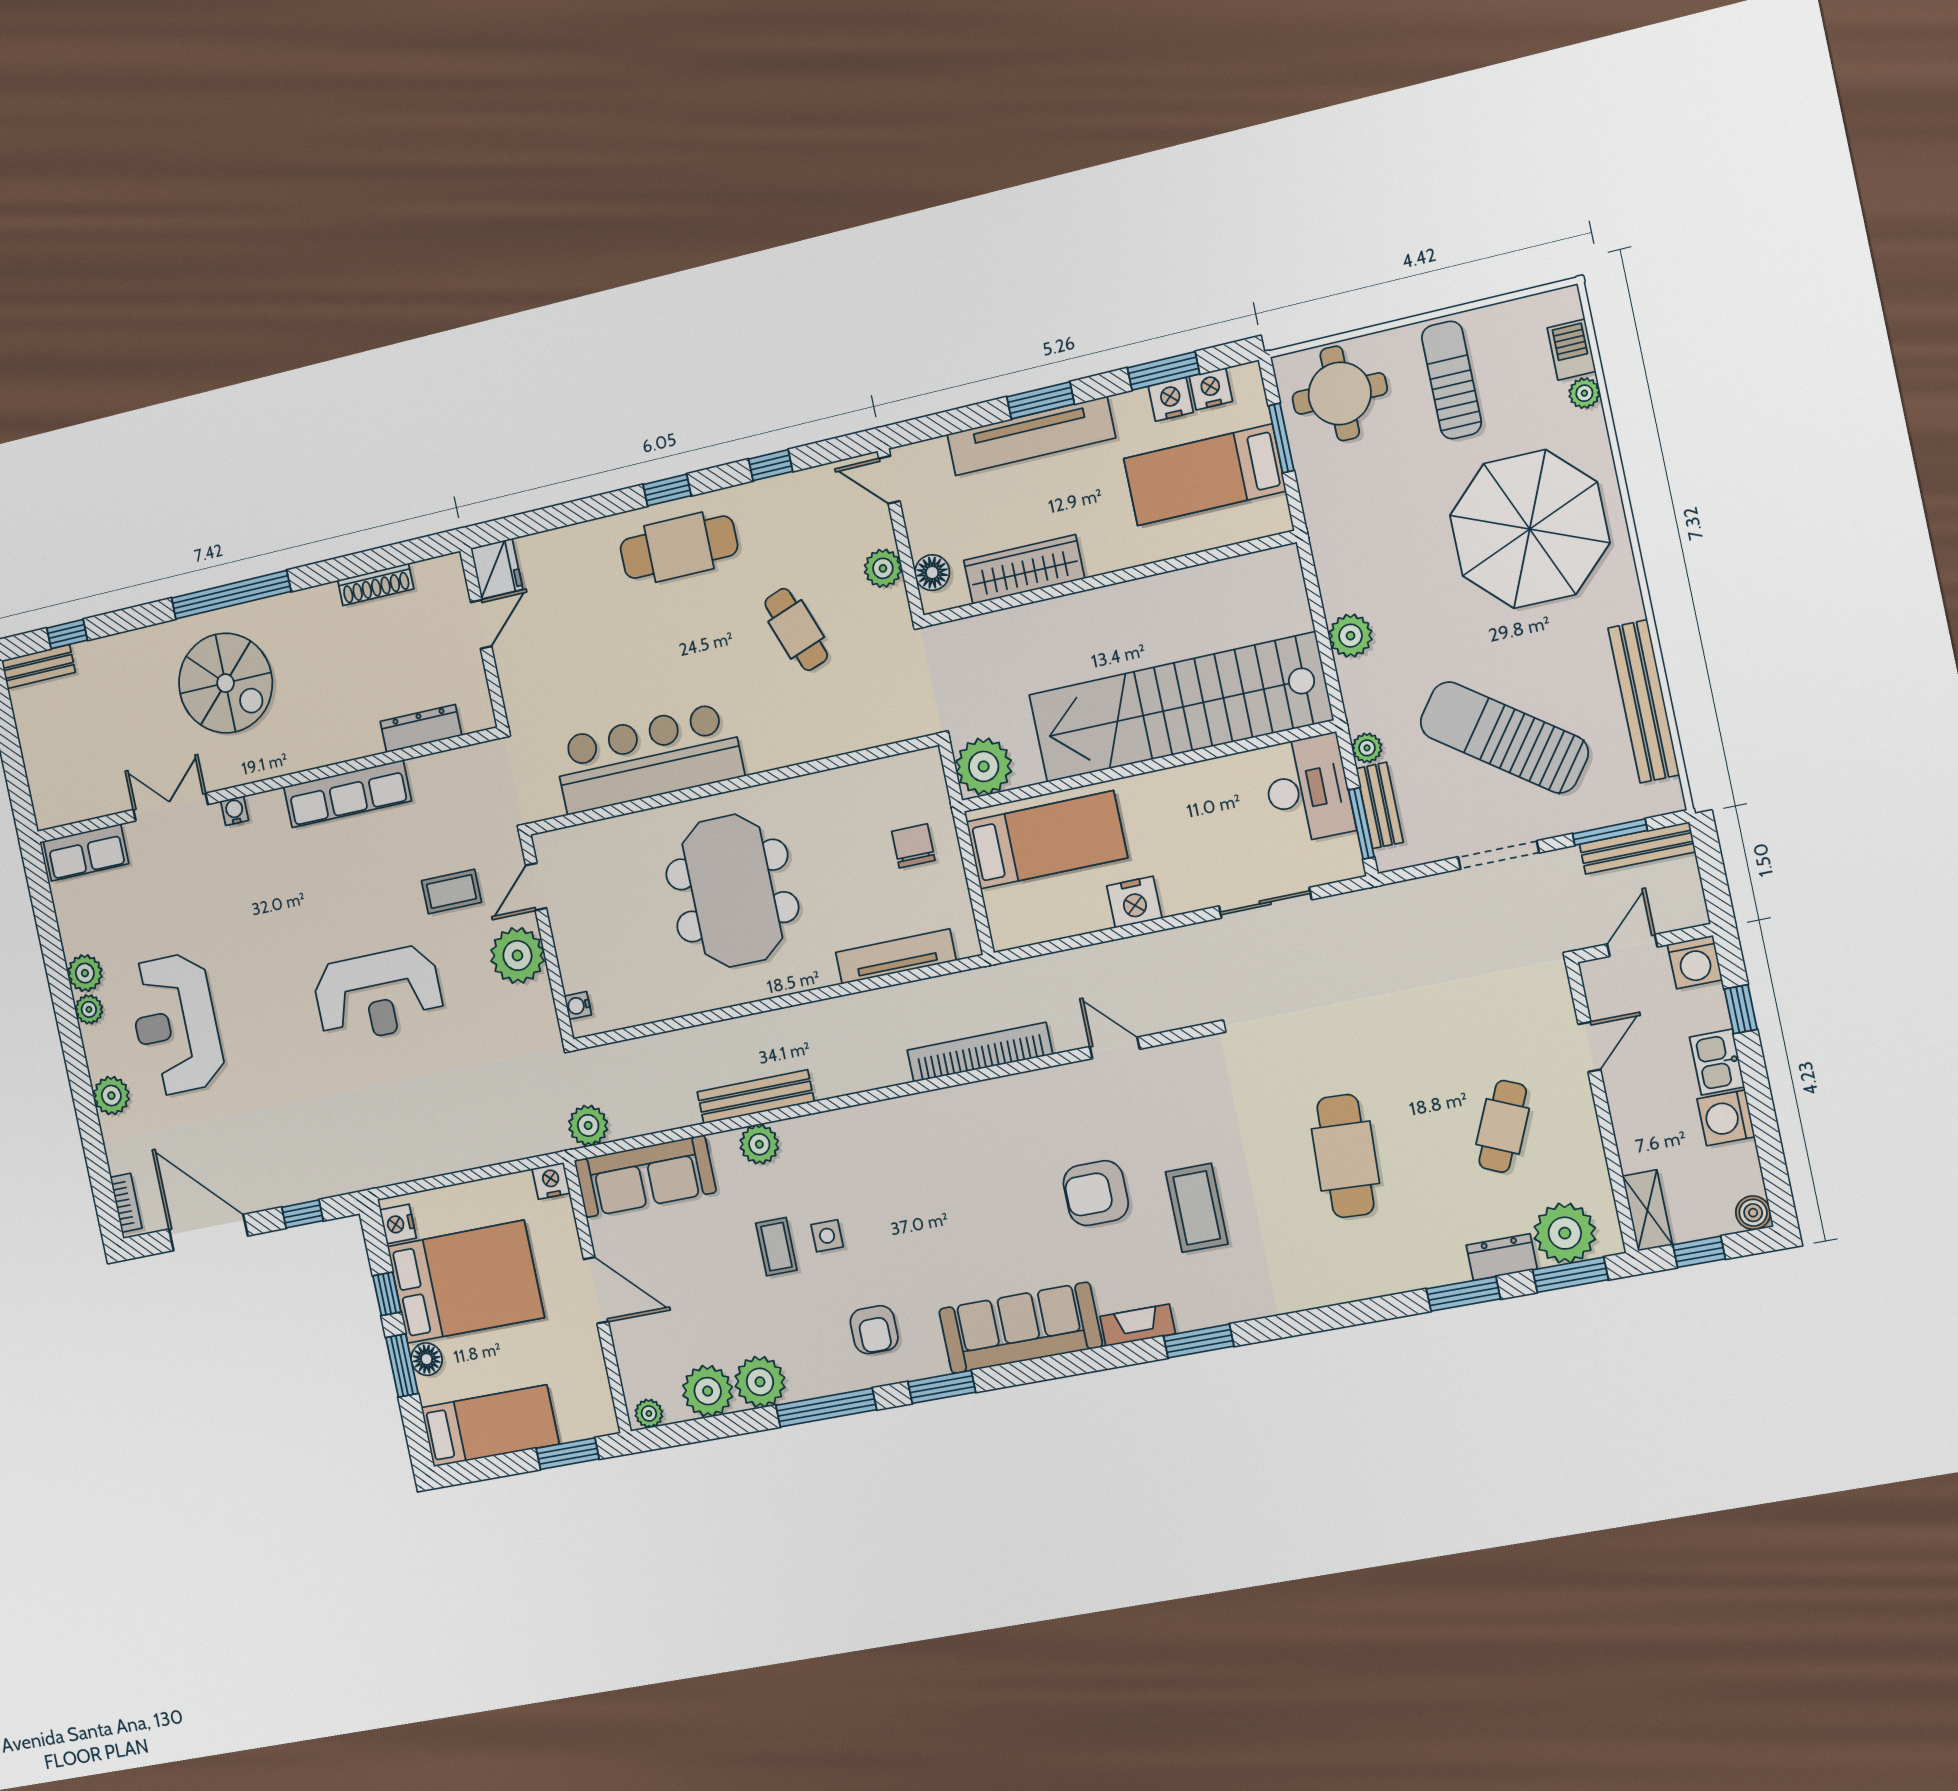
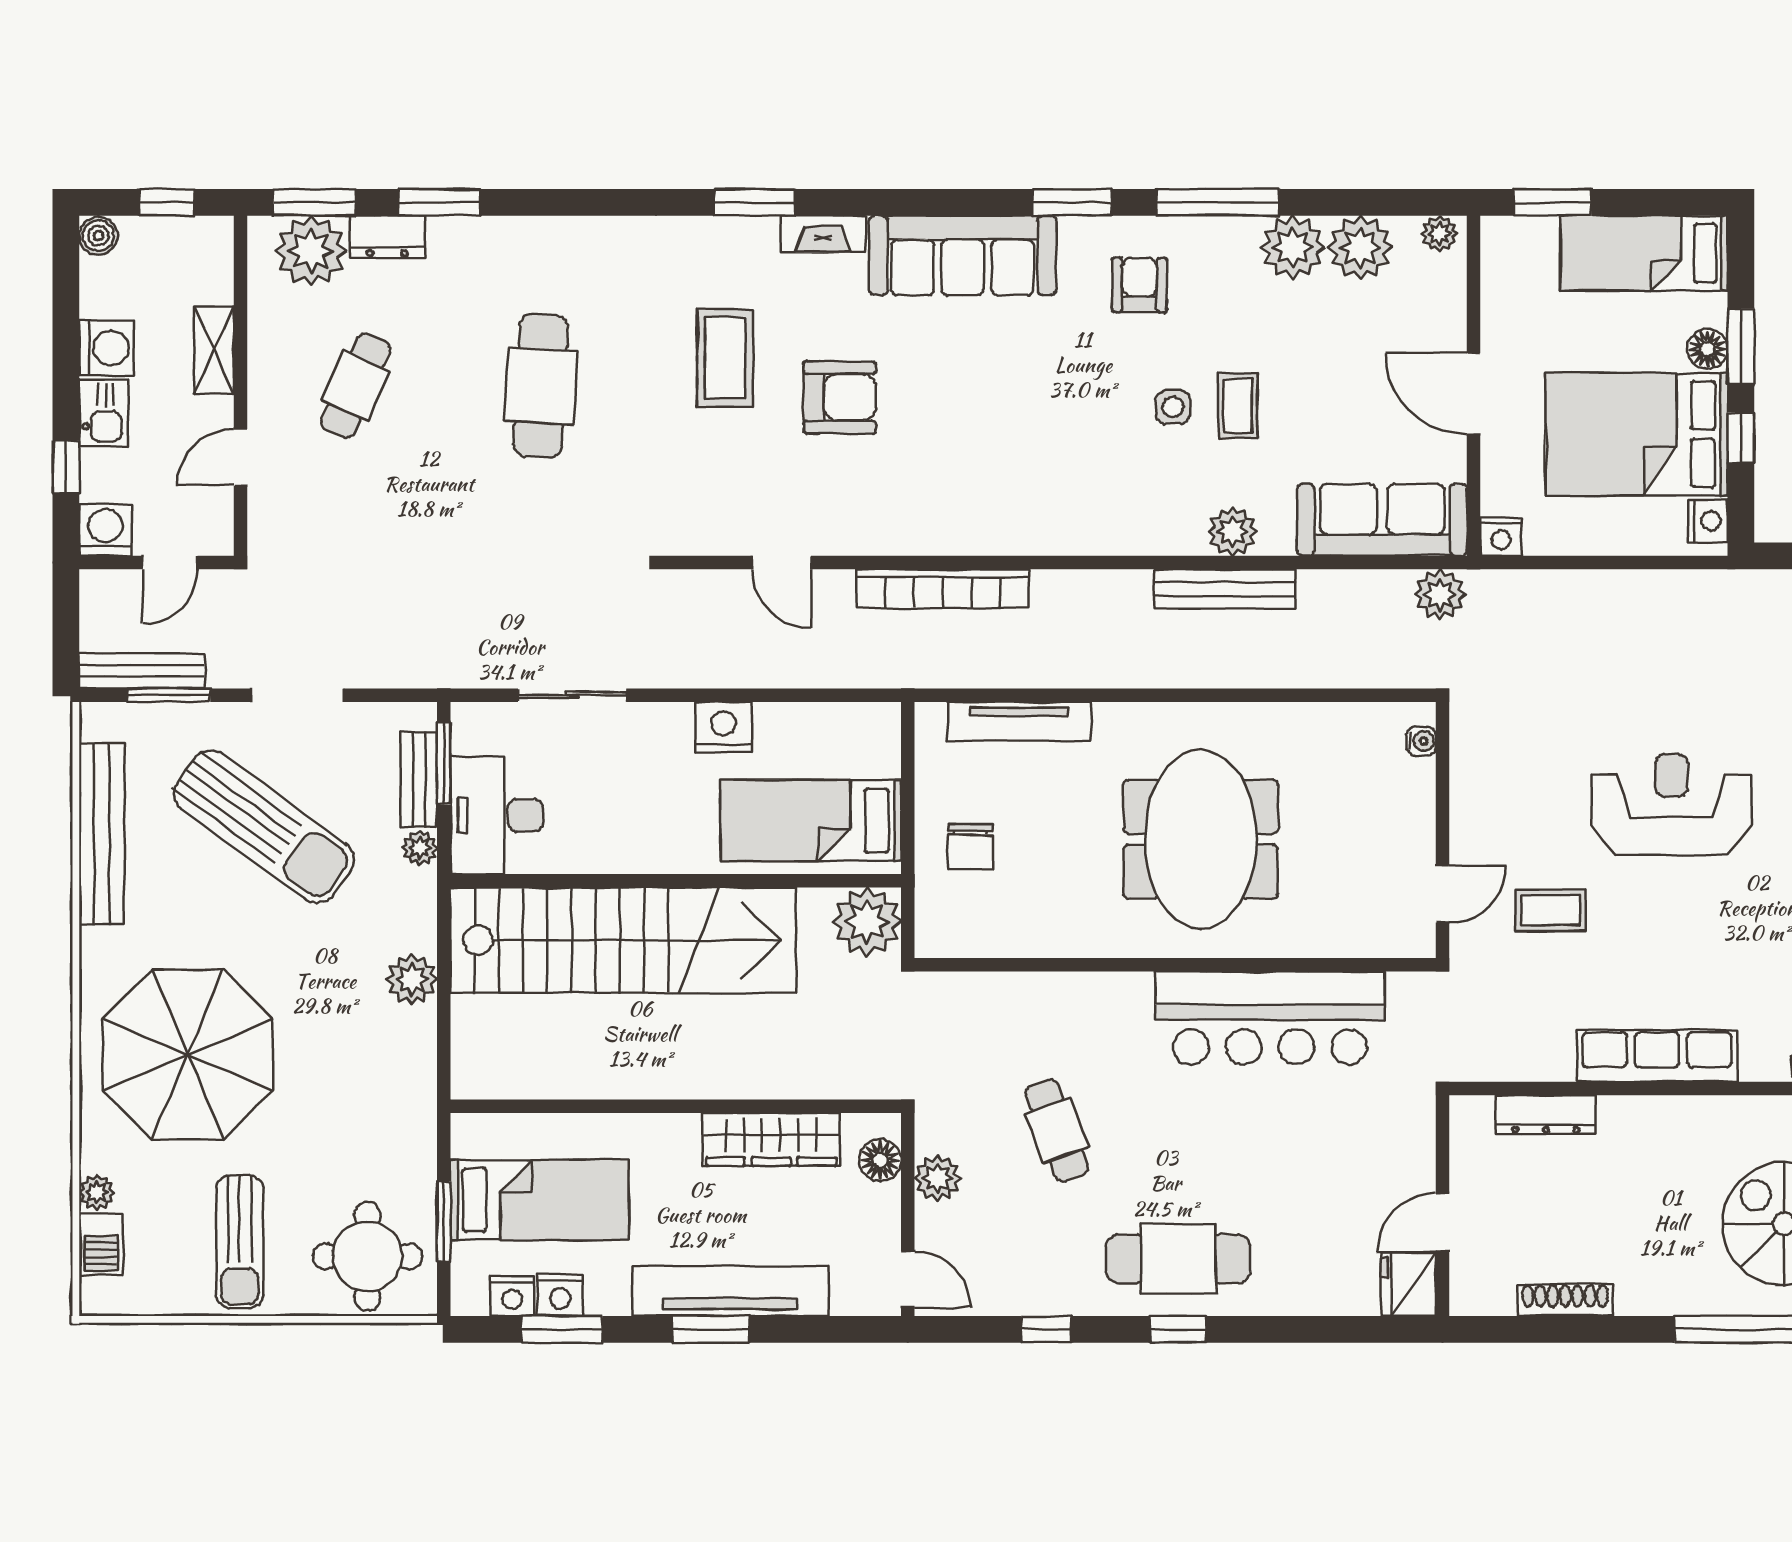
plant: (517, 955) -> (1484, 816), removed
shelving: (1647, 1210) -> (214, 351), moved

